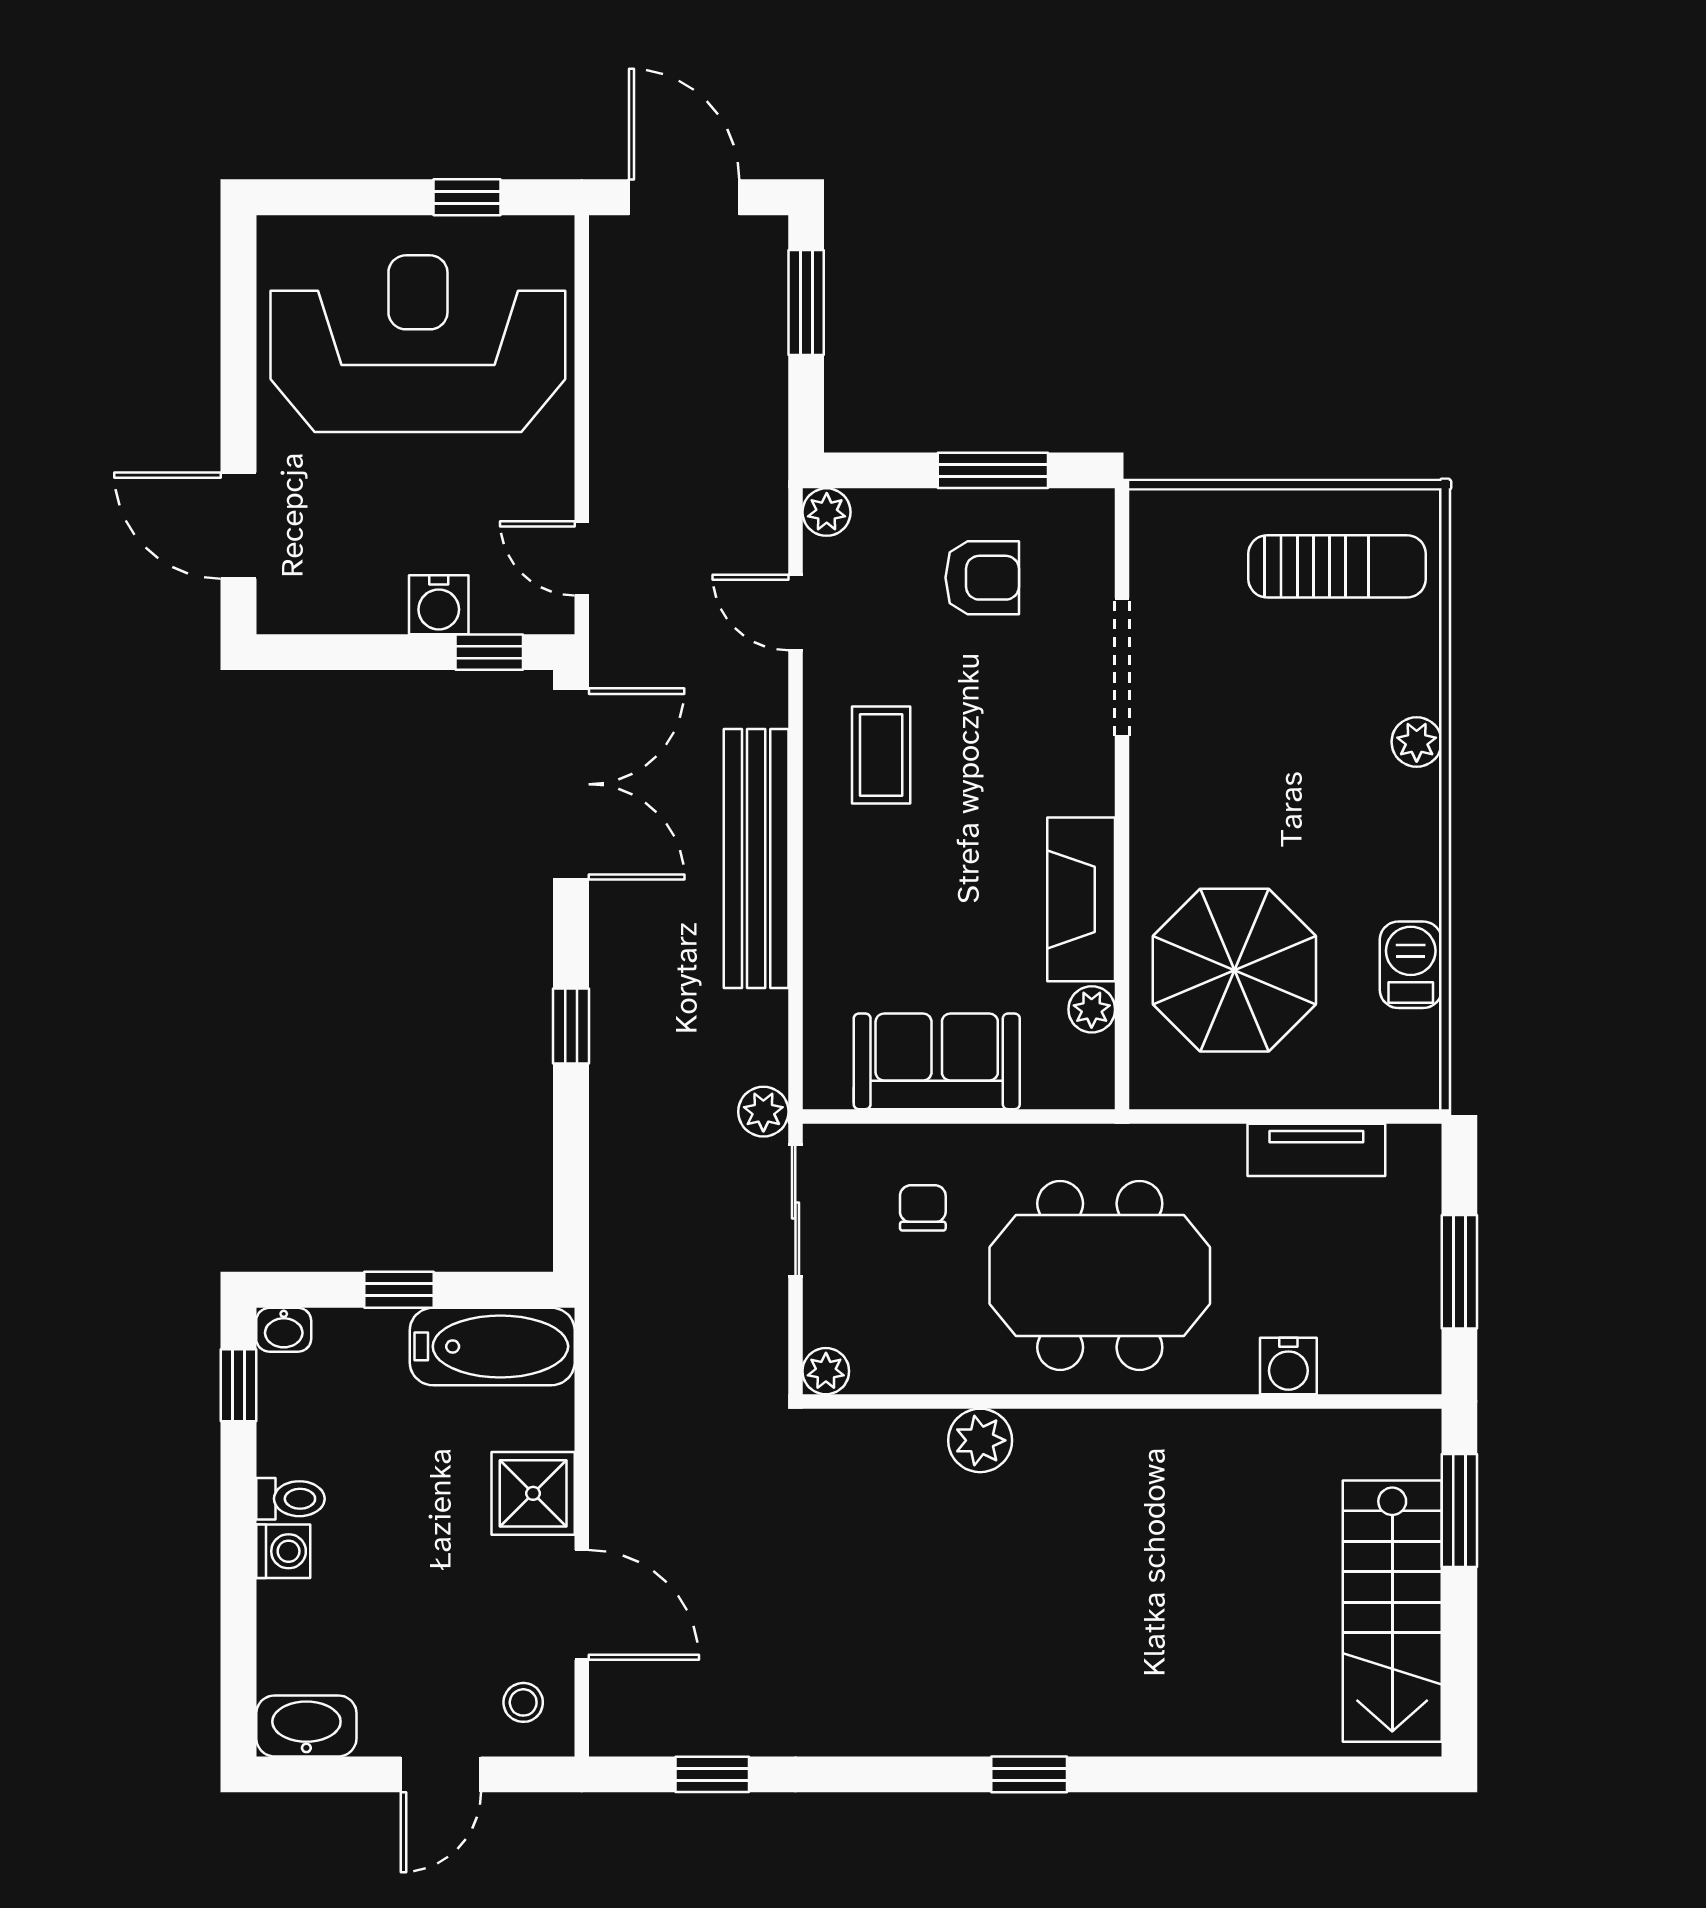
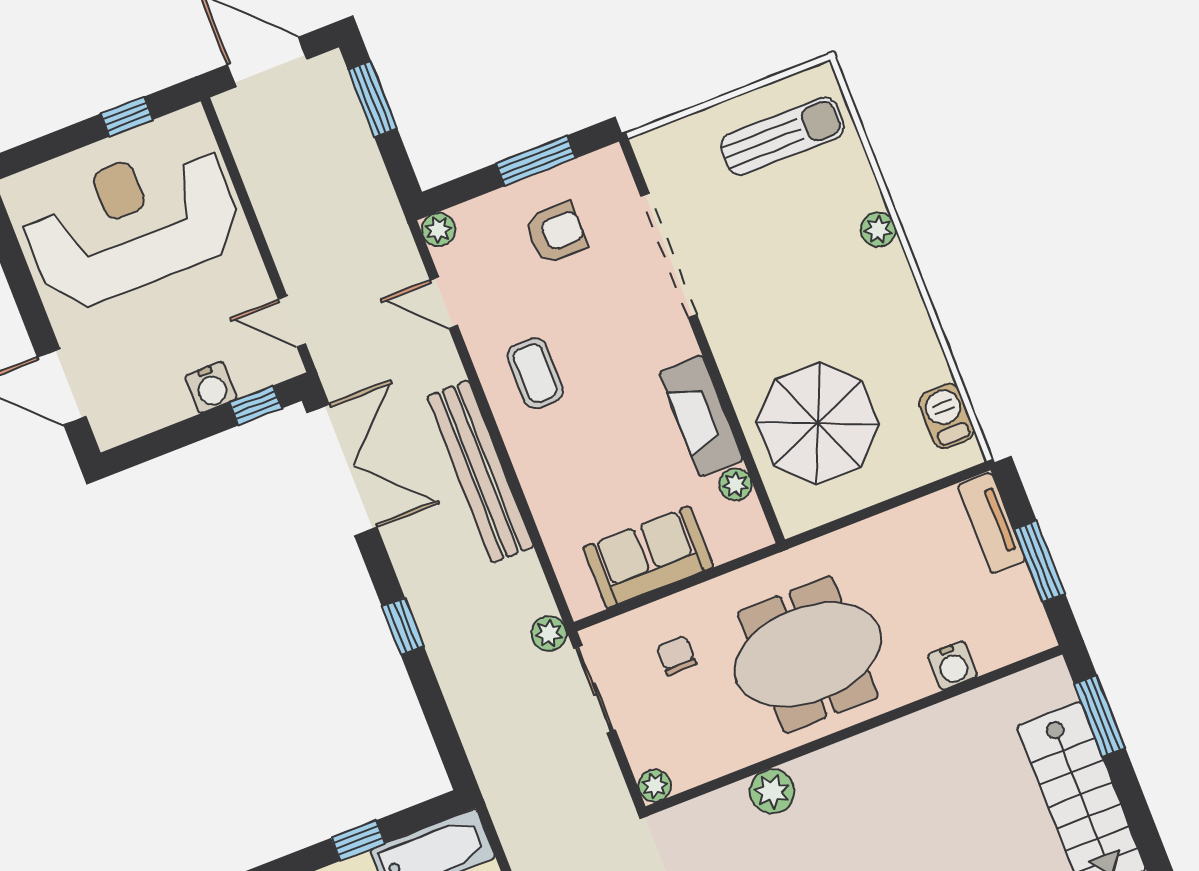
doorway: (1122, 667) -> (669, 256), width x1.36
barbecue: (1411, 965) -> (947, 416), moved
tv unit: (1316, 1150) -> (992, 523), moved, turned 90

